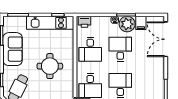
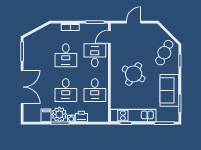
printer: (85, 22) -> (81, 117), moved
double door: (166, 39) -> (22, 87), moved
desk: (90, 49) -> (95, 90), turned 180
round table: (50, 66) -> (134, 74), turned 30

